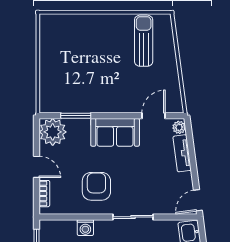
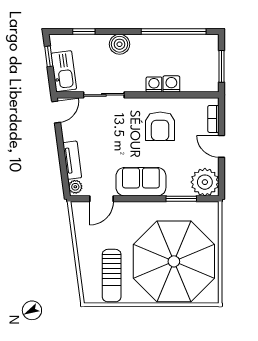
parasol: (83, 55) -> (174, 261), added
sliding door: (133, 217) -> (104, 95), moved
washing machine: (102, 227) -> (154, 84), added

